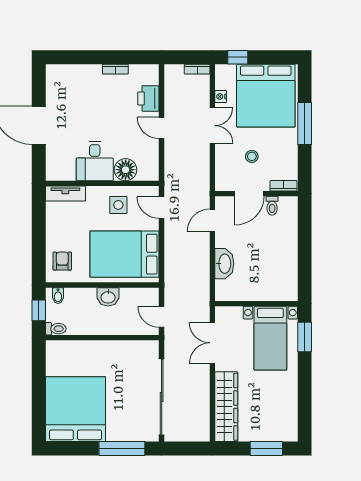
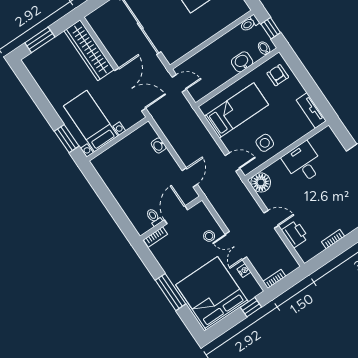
stool: (252, 156) -> (209, 236), moved
floor lamp: (126, 170) -> (261, 182), moved
tv unit: (65, 194) -> (311, 110), moved, turned -90
bed: (125, 254) -> (236, 110), width x0.67
armchair: (62, 261) -> (278, 75), turned 180
washbasin: (224, 264) -> (159, 145), width x0.52, depth x0.69
washbasin: (108, 297) -> (242, 62), moved
double door: (212, 343) -> (130, 89), width x1.37

